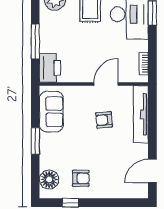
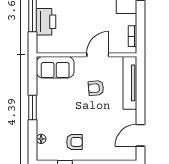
printer: (50, 68) -> (46, 22), moved
sofa: (51, 112) -> (55, 67), moved, turned 90
floor lamp: (49, 180) -> (41, 139), width x0.53, depth x0.53

